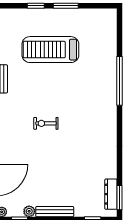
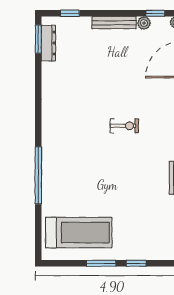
treadmill: (50, 50) -> (79, 233), moved

